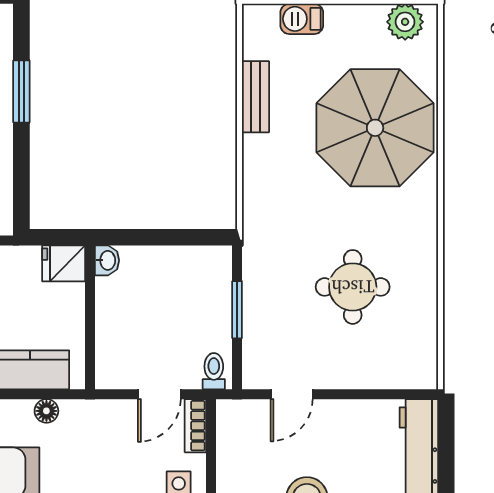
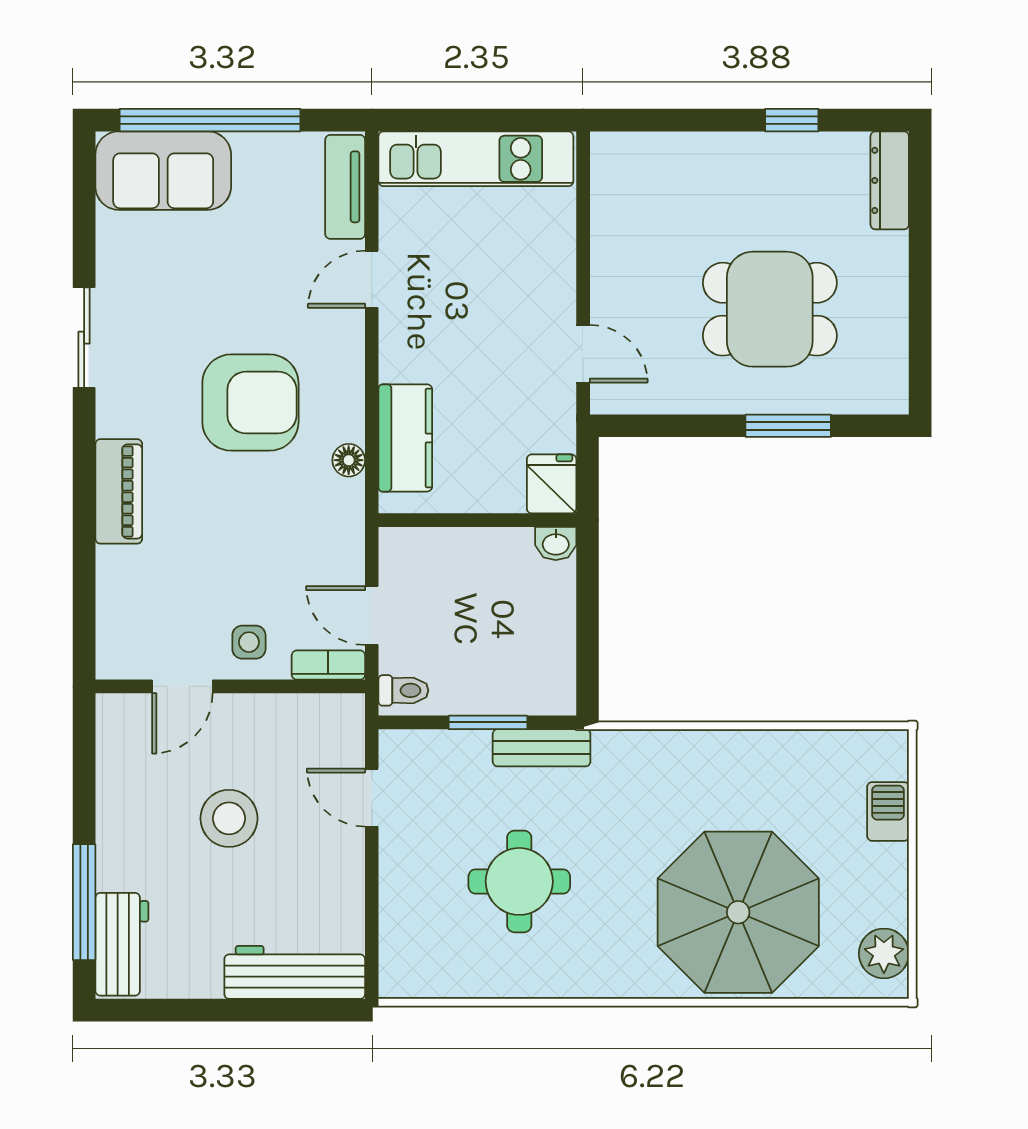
bench: (256, 97) -> (542, 748), moved

